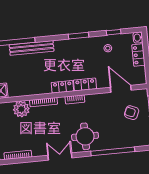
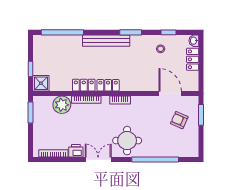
bench: (32, 48) -> (106, 41), moved
locker: (85, 84) -> (84, 85), moved
printer: (39, 150) -> (76, 151), added

